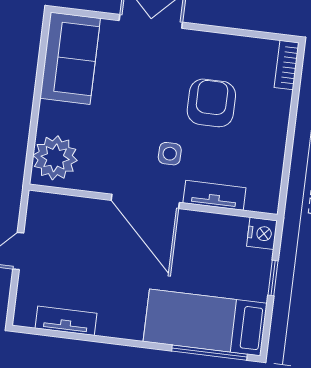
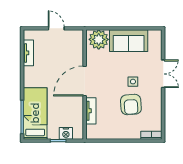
sofa: (70, 58) -> (129, 41), moved
armchair: (211, 103) -> (131, 105), turned 86
side table: (170, 154) -> (133, 82), moved
nightstand: (262, 233) -> (66, 133), moved

